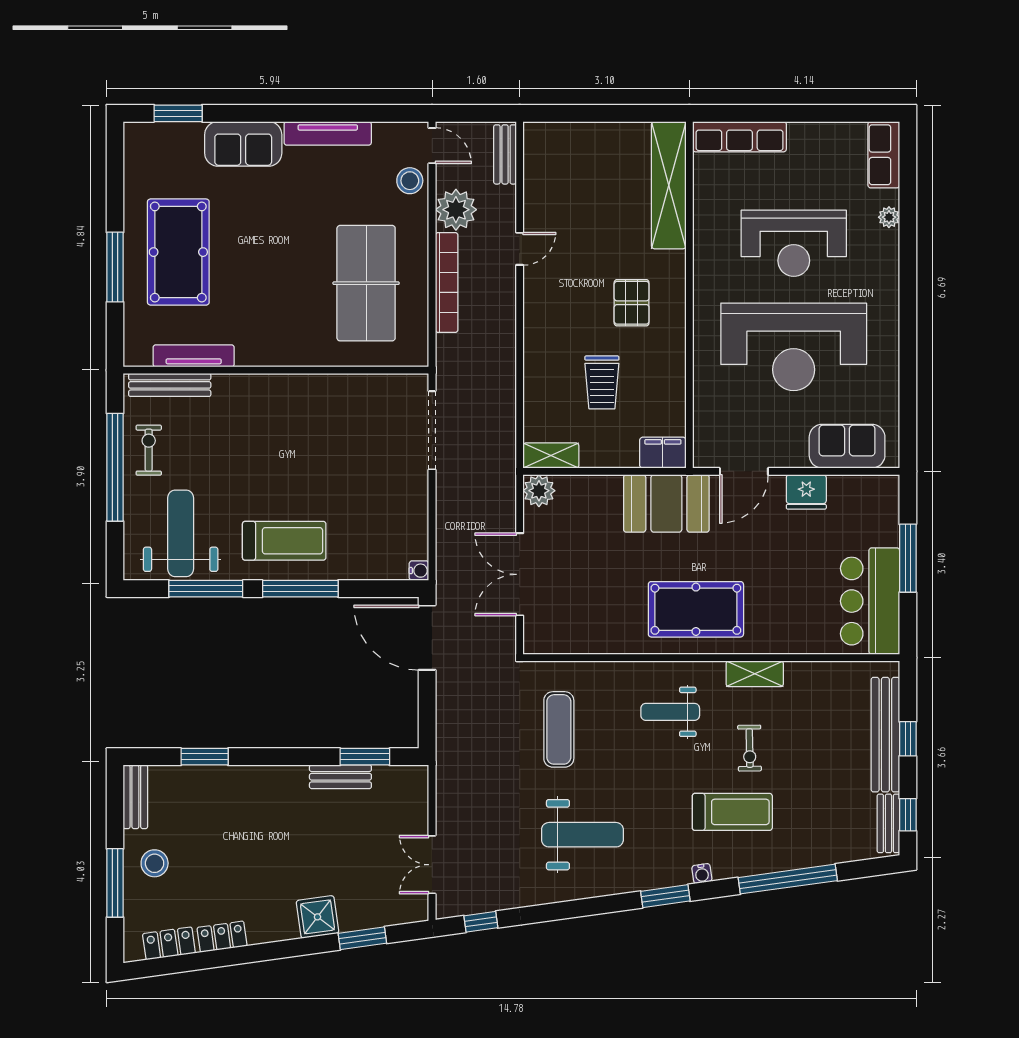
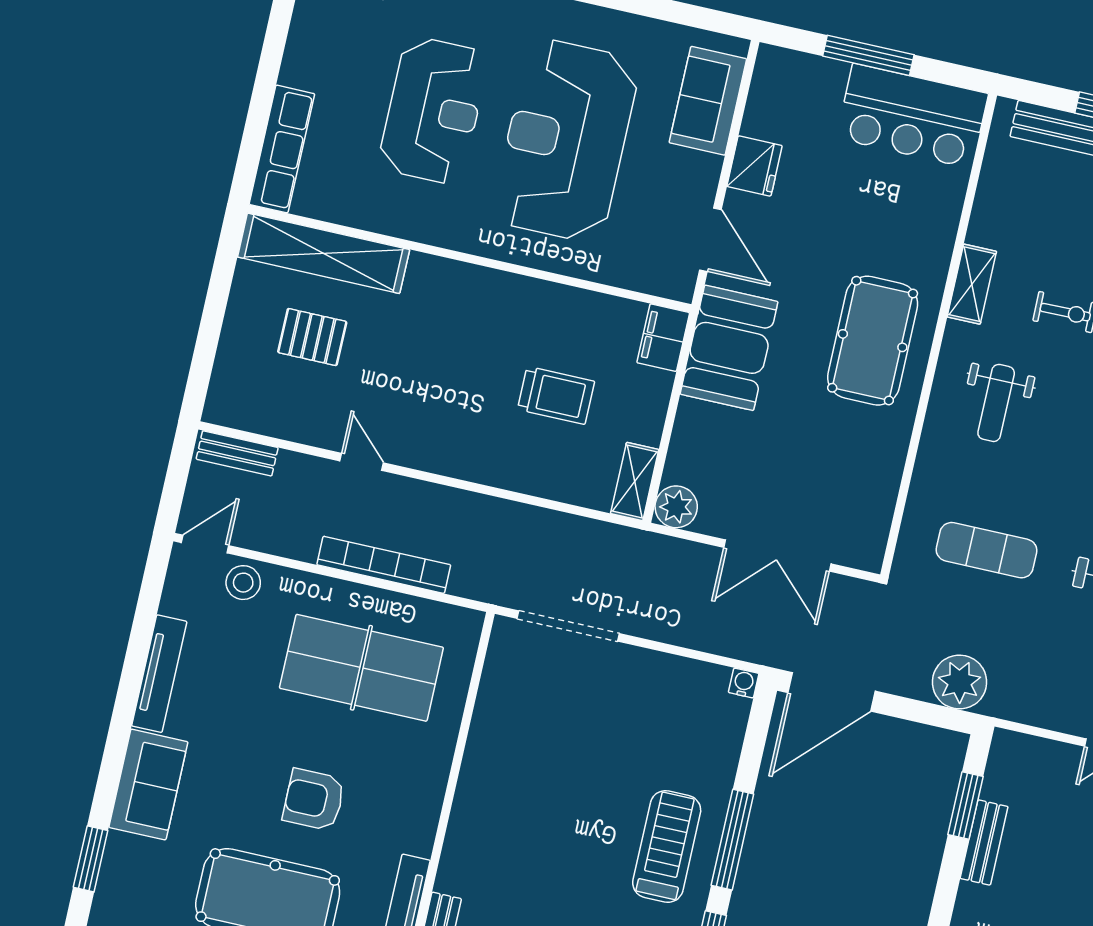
plant: (456, 210) -> (959, 682), moved
armchair: (260, 270) -> (314, 800), added
pallet: (632, 303) -> (312, 337), moved
reception desk: (794, 347) -> (566, 140), turned 180

